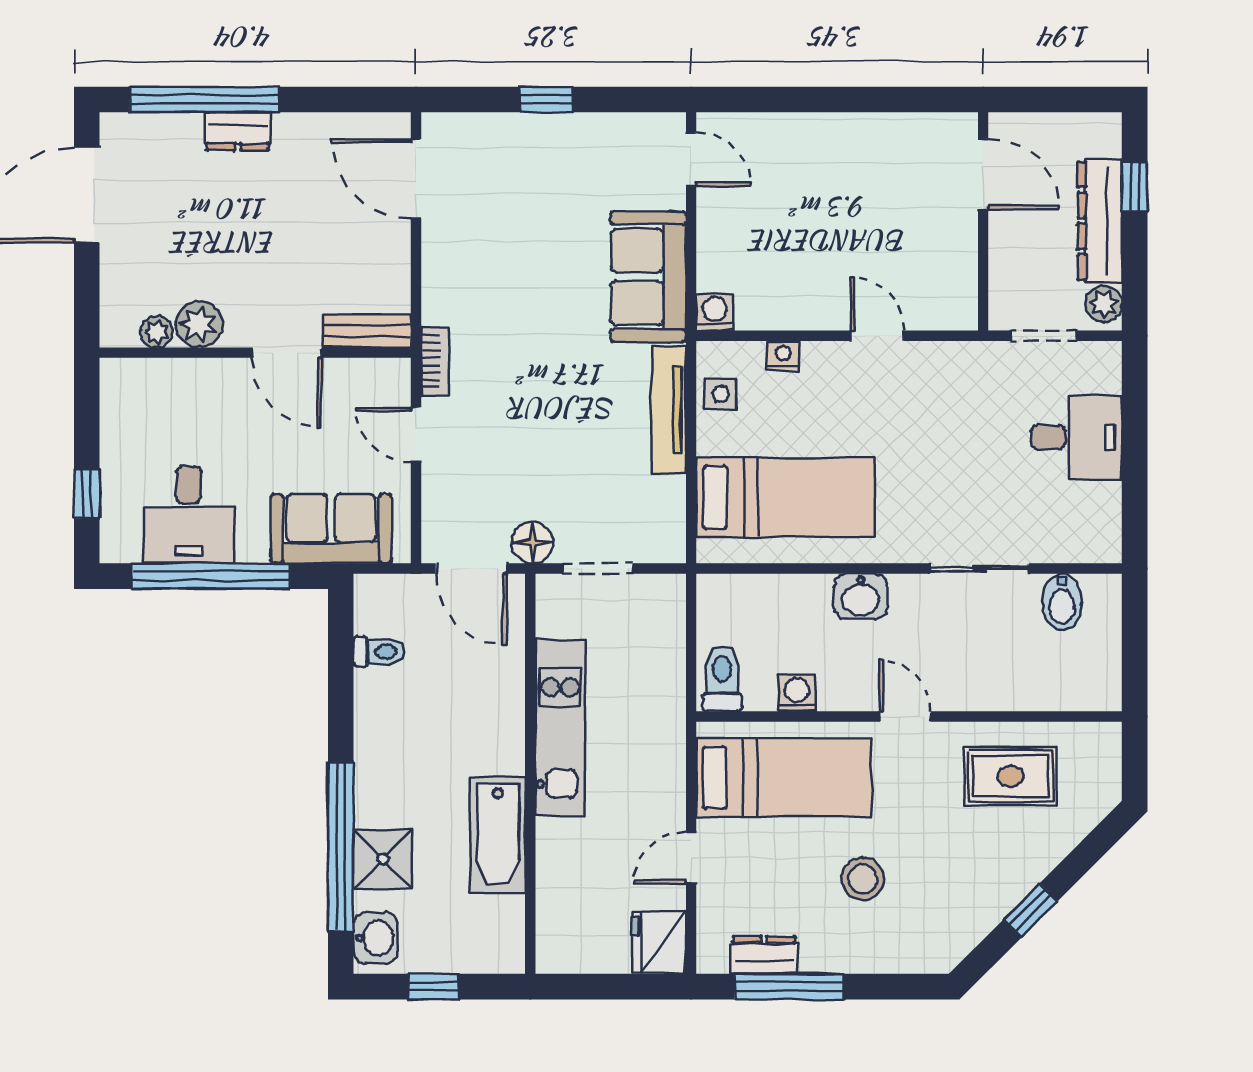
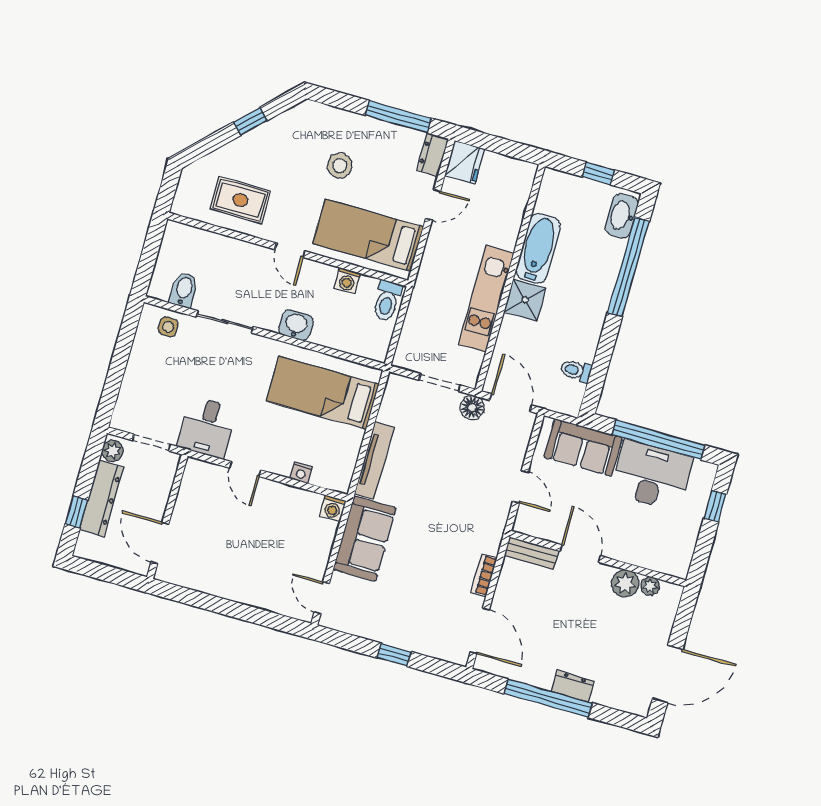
window: (205, 100) -> (548, 698), moved
bookcase: (435, 361) -> (484, 575), moved
side table: (721, 394) -> (168, 327), moved
desk: (1076, 437) -> (207, 427), moved, turned -90
desk: (189, 515) -> (652, 475), width x1.37
shower: (383, 859) -> (525, 300), moved
washbasin: (375, 938) -> (622, 216), width x1.38
dresser: (764, 955) -> (433, 155), moved, turned 90

